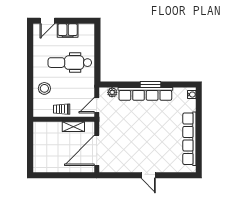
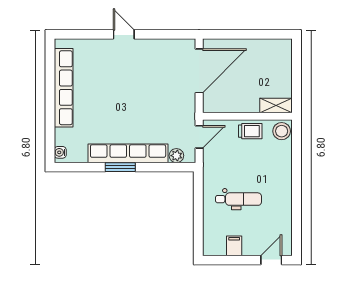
filing cabinet: (68, 31) -> (234, 246), width x0.50
dental chair: (70, 63) -> (239, 199), width x0.73, depth x0.72
stool: (44, 88) -> (282, 131), moved
shelving: (73, 127) -> (276, 105), moved

